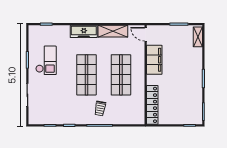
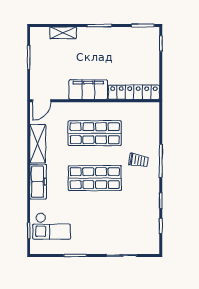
shelving: (198, 37) -> (63, 33), moved
checkout: (46, 60) -> (52, 226), moved, turned 180
filing cabinet: (154, 60) -> (88, 90), moved

